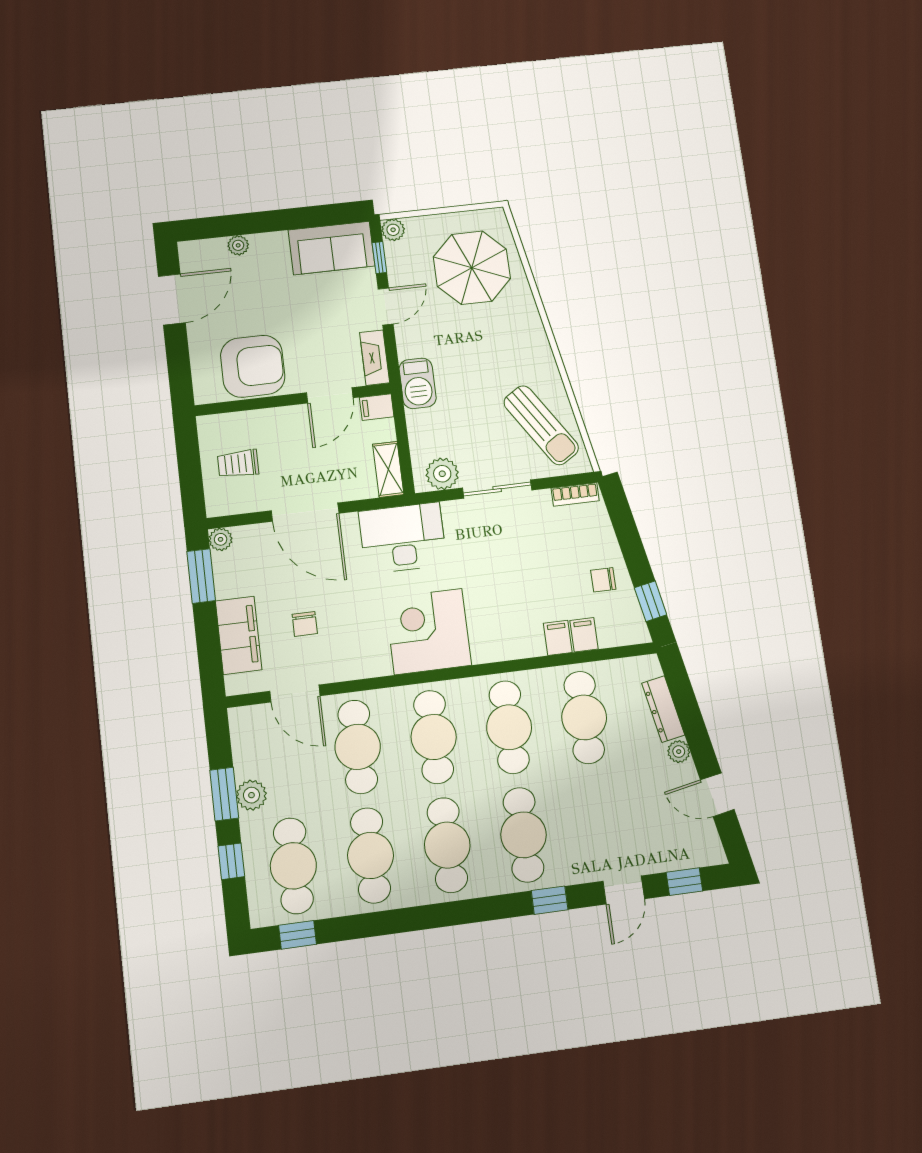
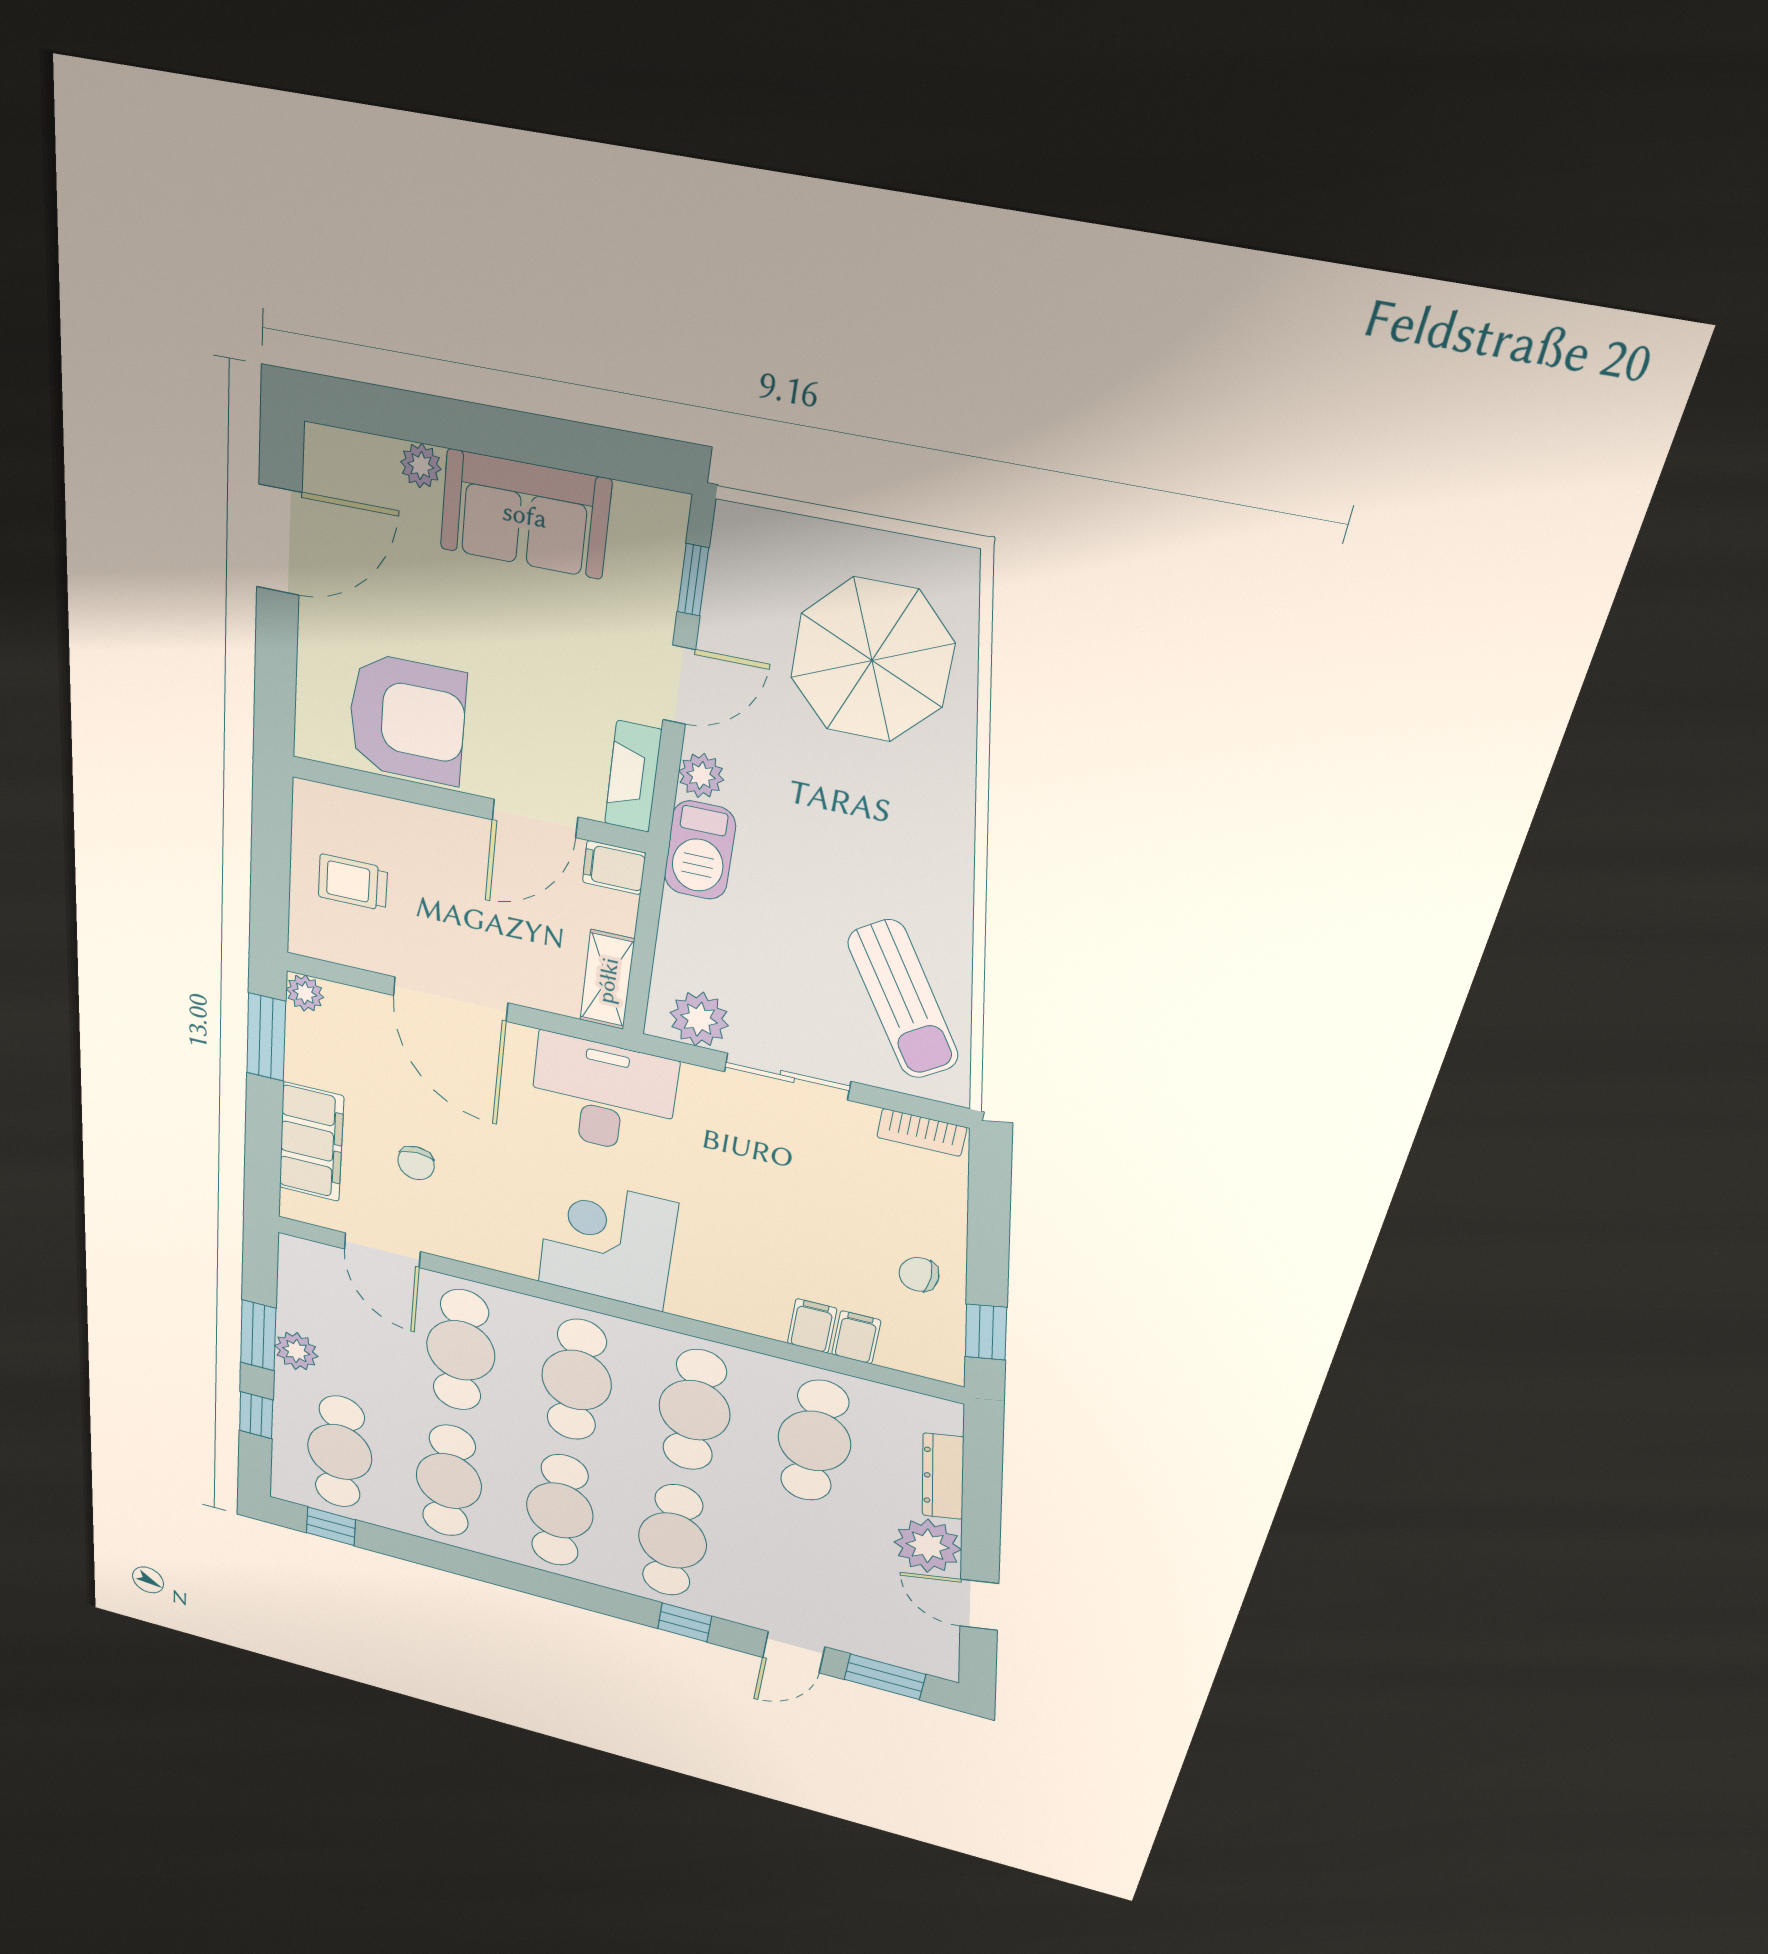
plant: (393, 230) -> (701, 775), moved
sofa: (332, 248) -> (525, 514), moved
plant: (679, 752) -> (928, 1546), width x1.87, depth x1.87
window: (684, 882) -> (885, 1677), width x1.50

